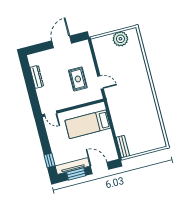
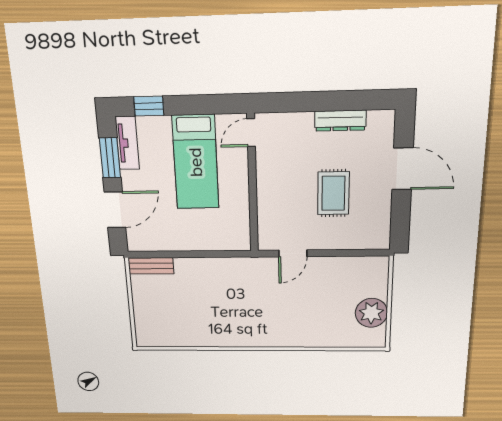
door: (62, 42) -> (403, 169), moved
rug: (78, 79) -> (333, 193), moved, turned 90
bed: (88, 124) -> (196, 162), moved, turned 180
tv unit: (72, 166) -> (127, 143), width x0.71

